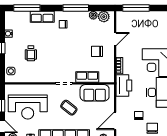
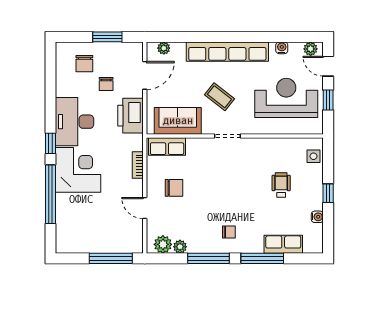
window: (27, 8) -> (262, 258), moved
row of seats: (42, 17) -> (283, 244), moved
door: (115, 39) -> (145, 208), hinge flipped
row of seats: (87, 77) -> (167, 147), moved
printer: (124, 85) -> (130, 116), moved

